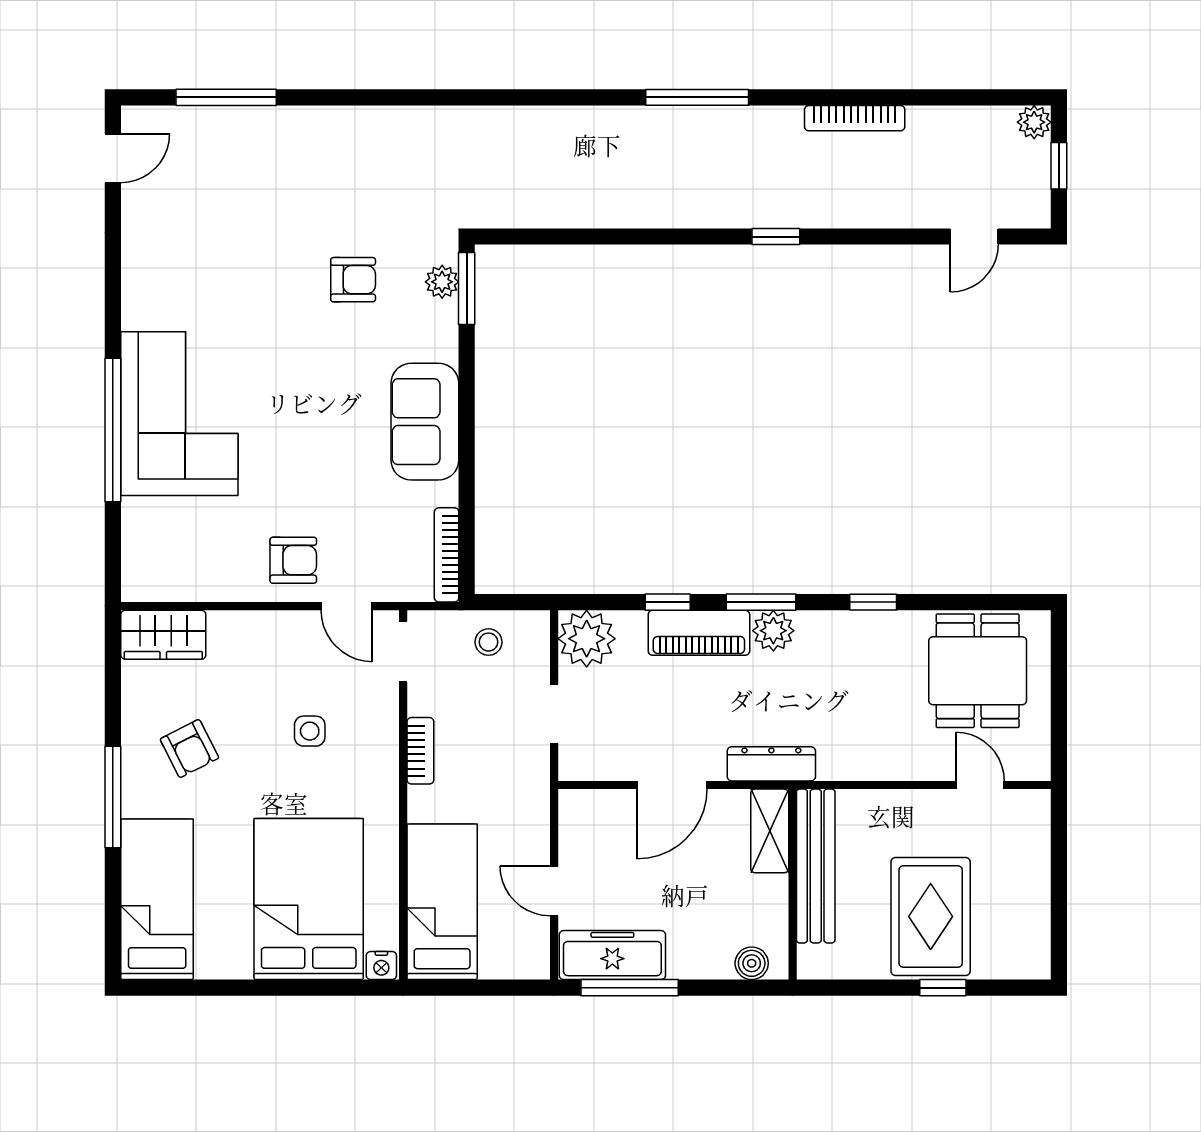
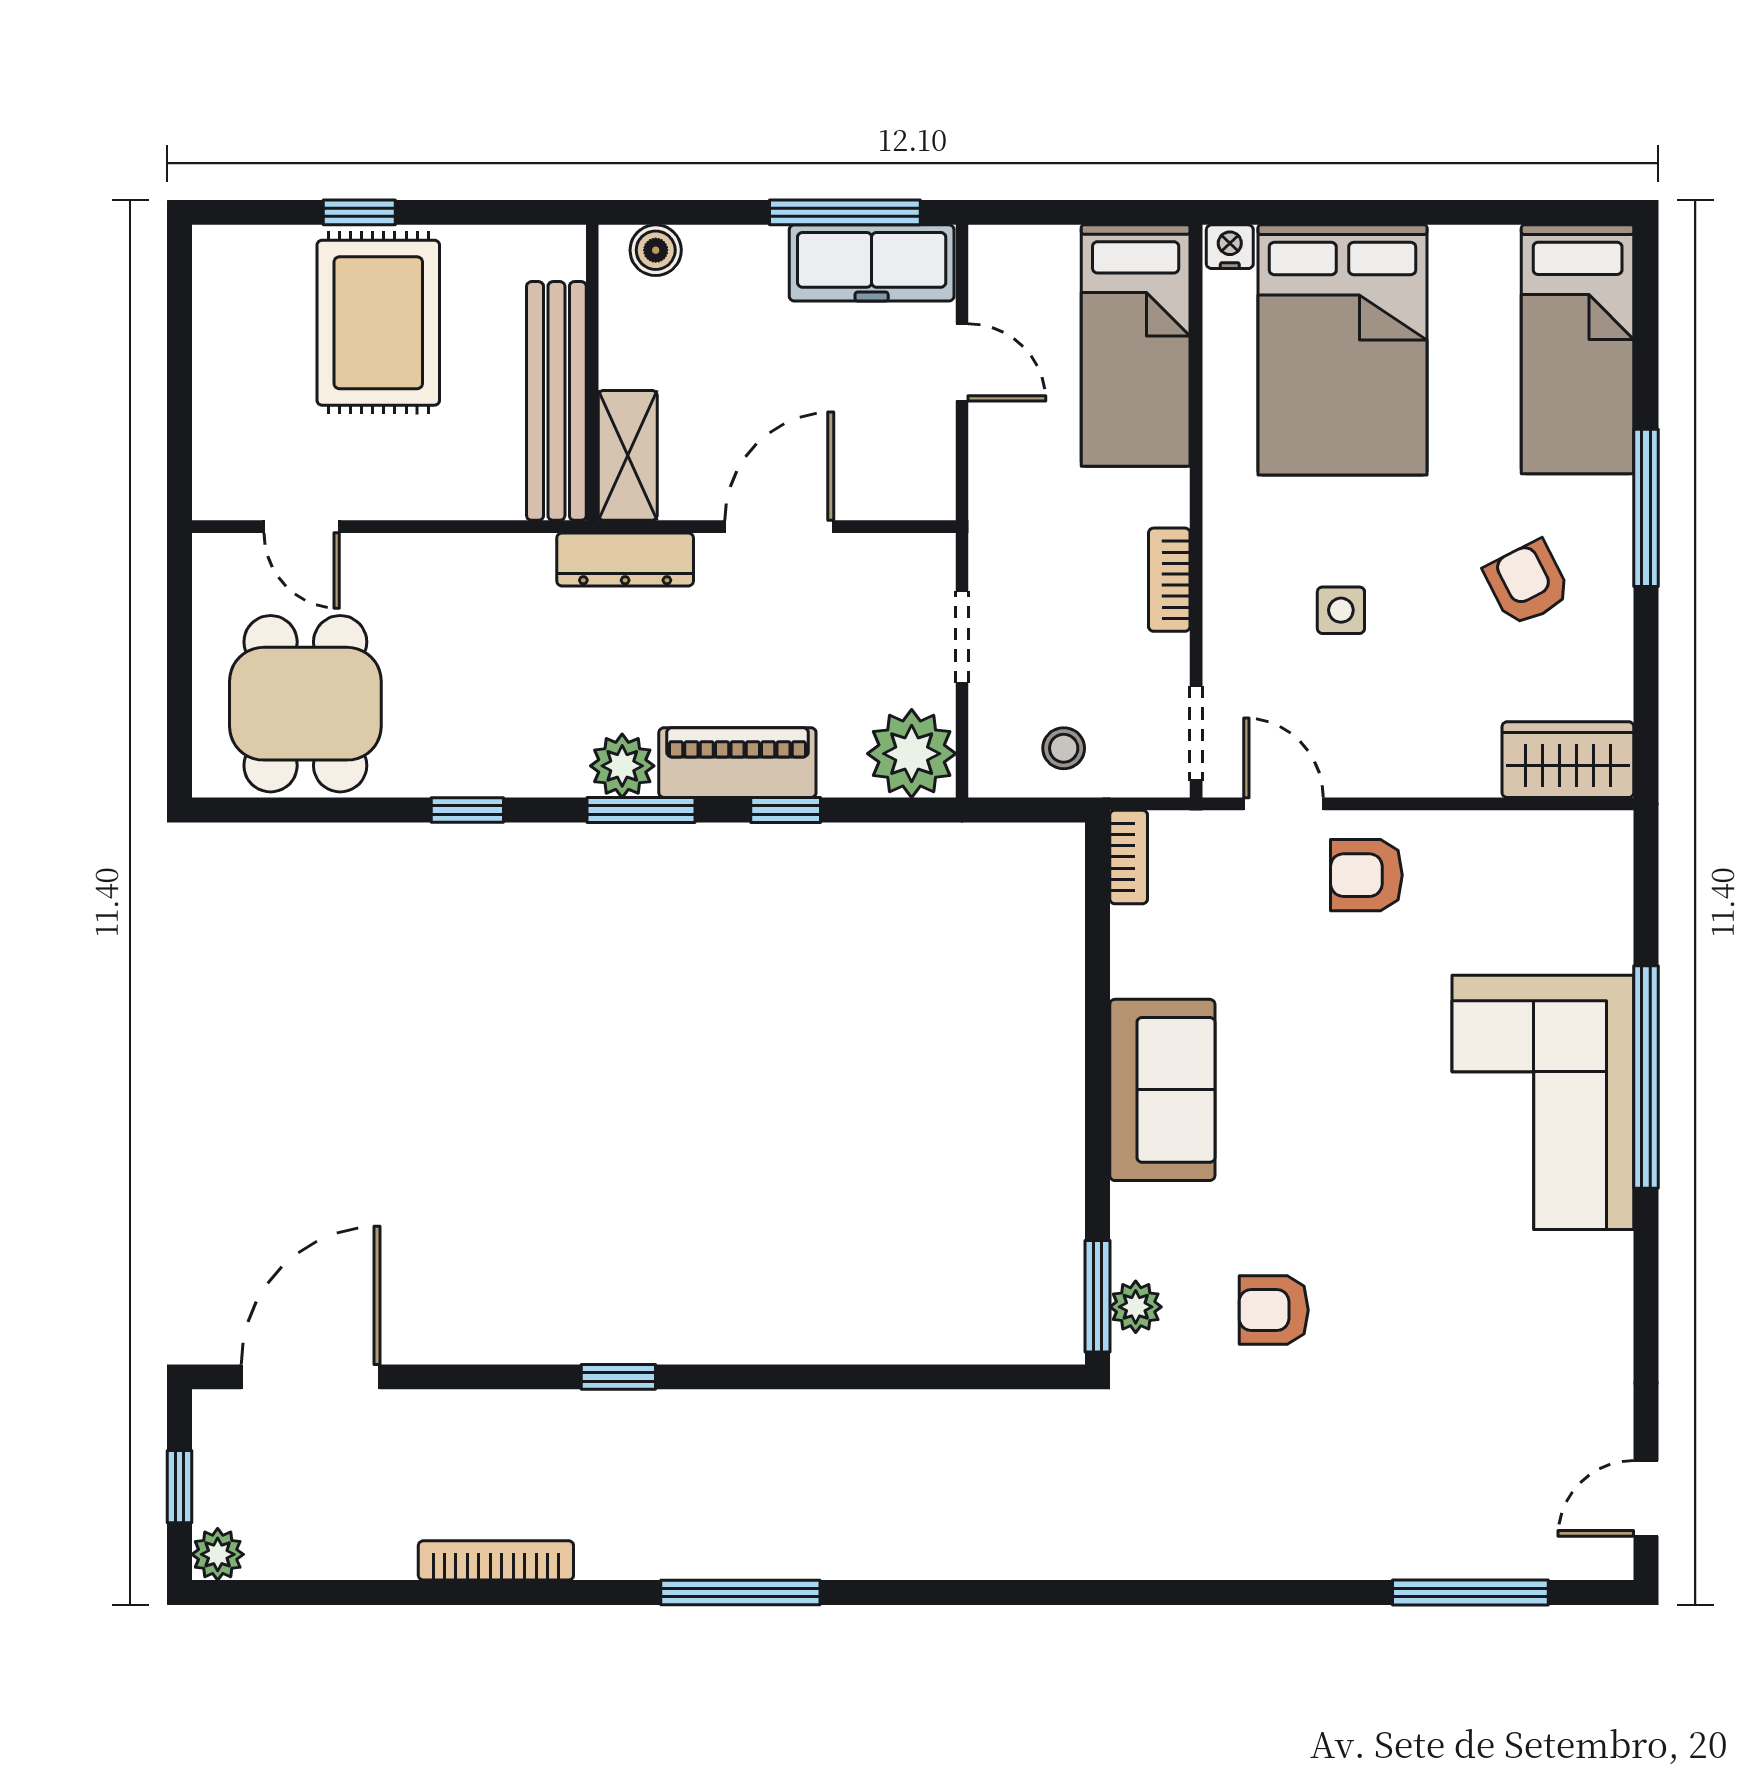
door: (974, 237) -> (311, 1377), width x1.88
bookcase: (447, 555) -> (1129, 857), width x0.64

